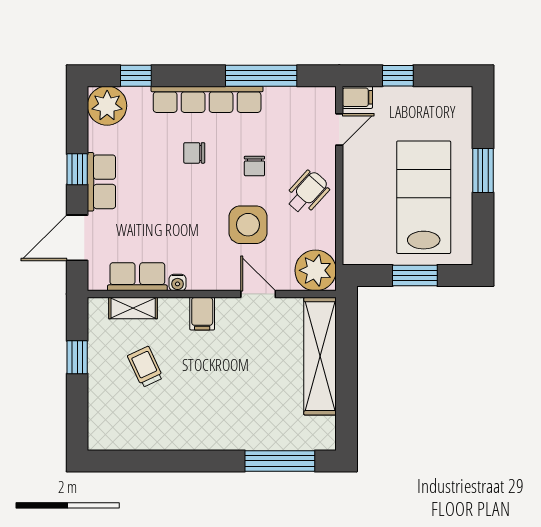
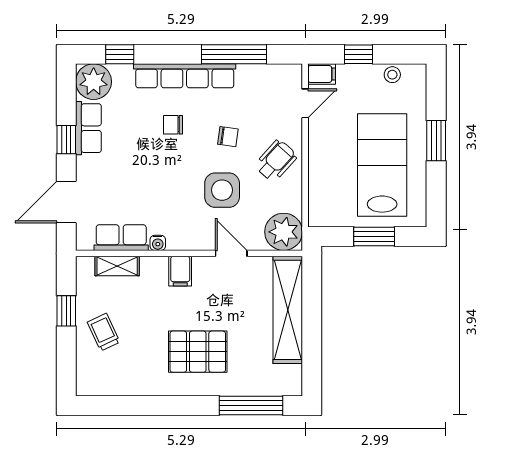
stool: (435, 98) -> (392, 75), added
chair: (254, 166) -> (228, 137), turned -82
row of seats: (101, 182) -> (88, 128), moved
trolley: (145, 367) -> (104, 332), moved
pallet: (221, 402) -> (198, 352), added

